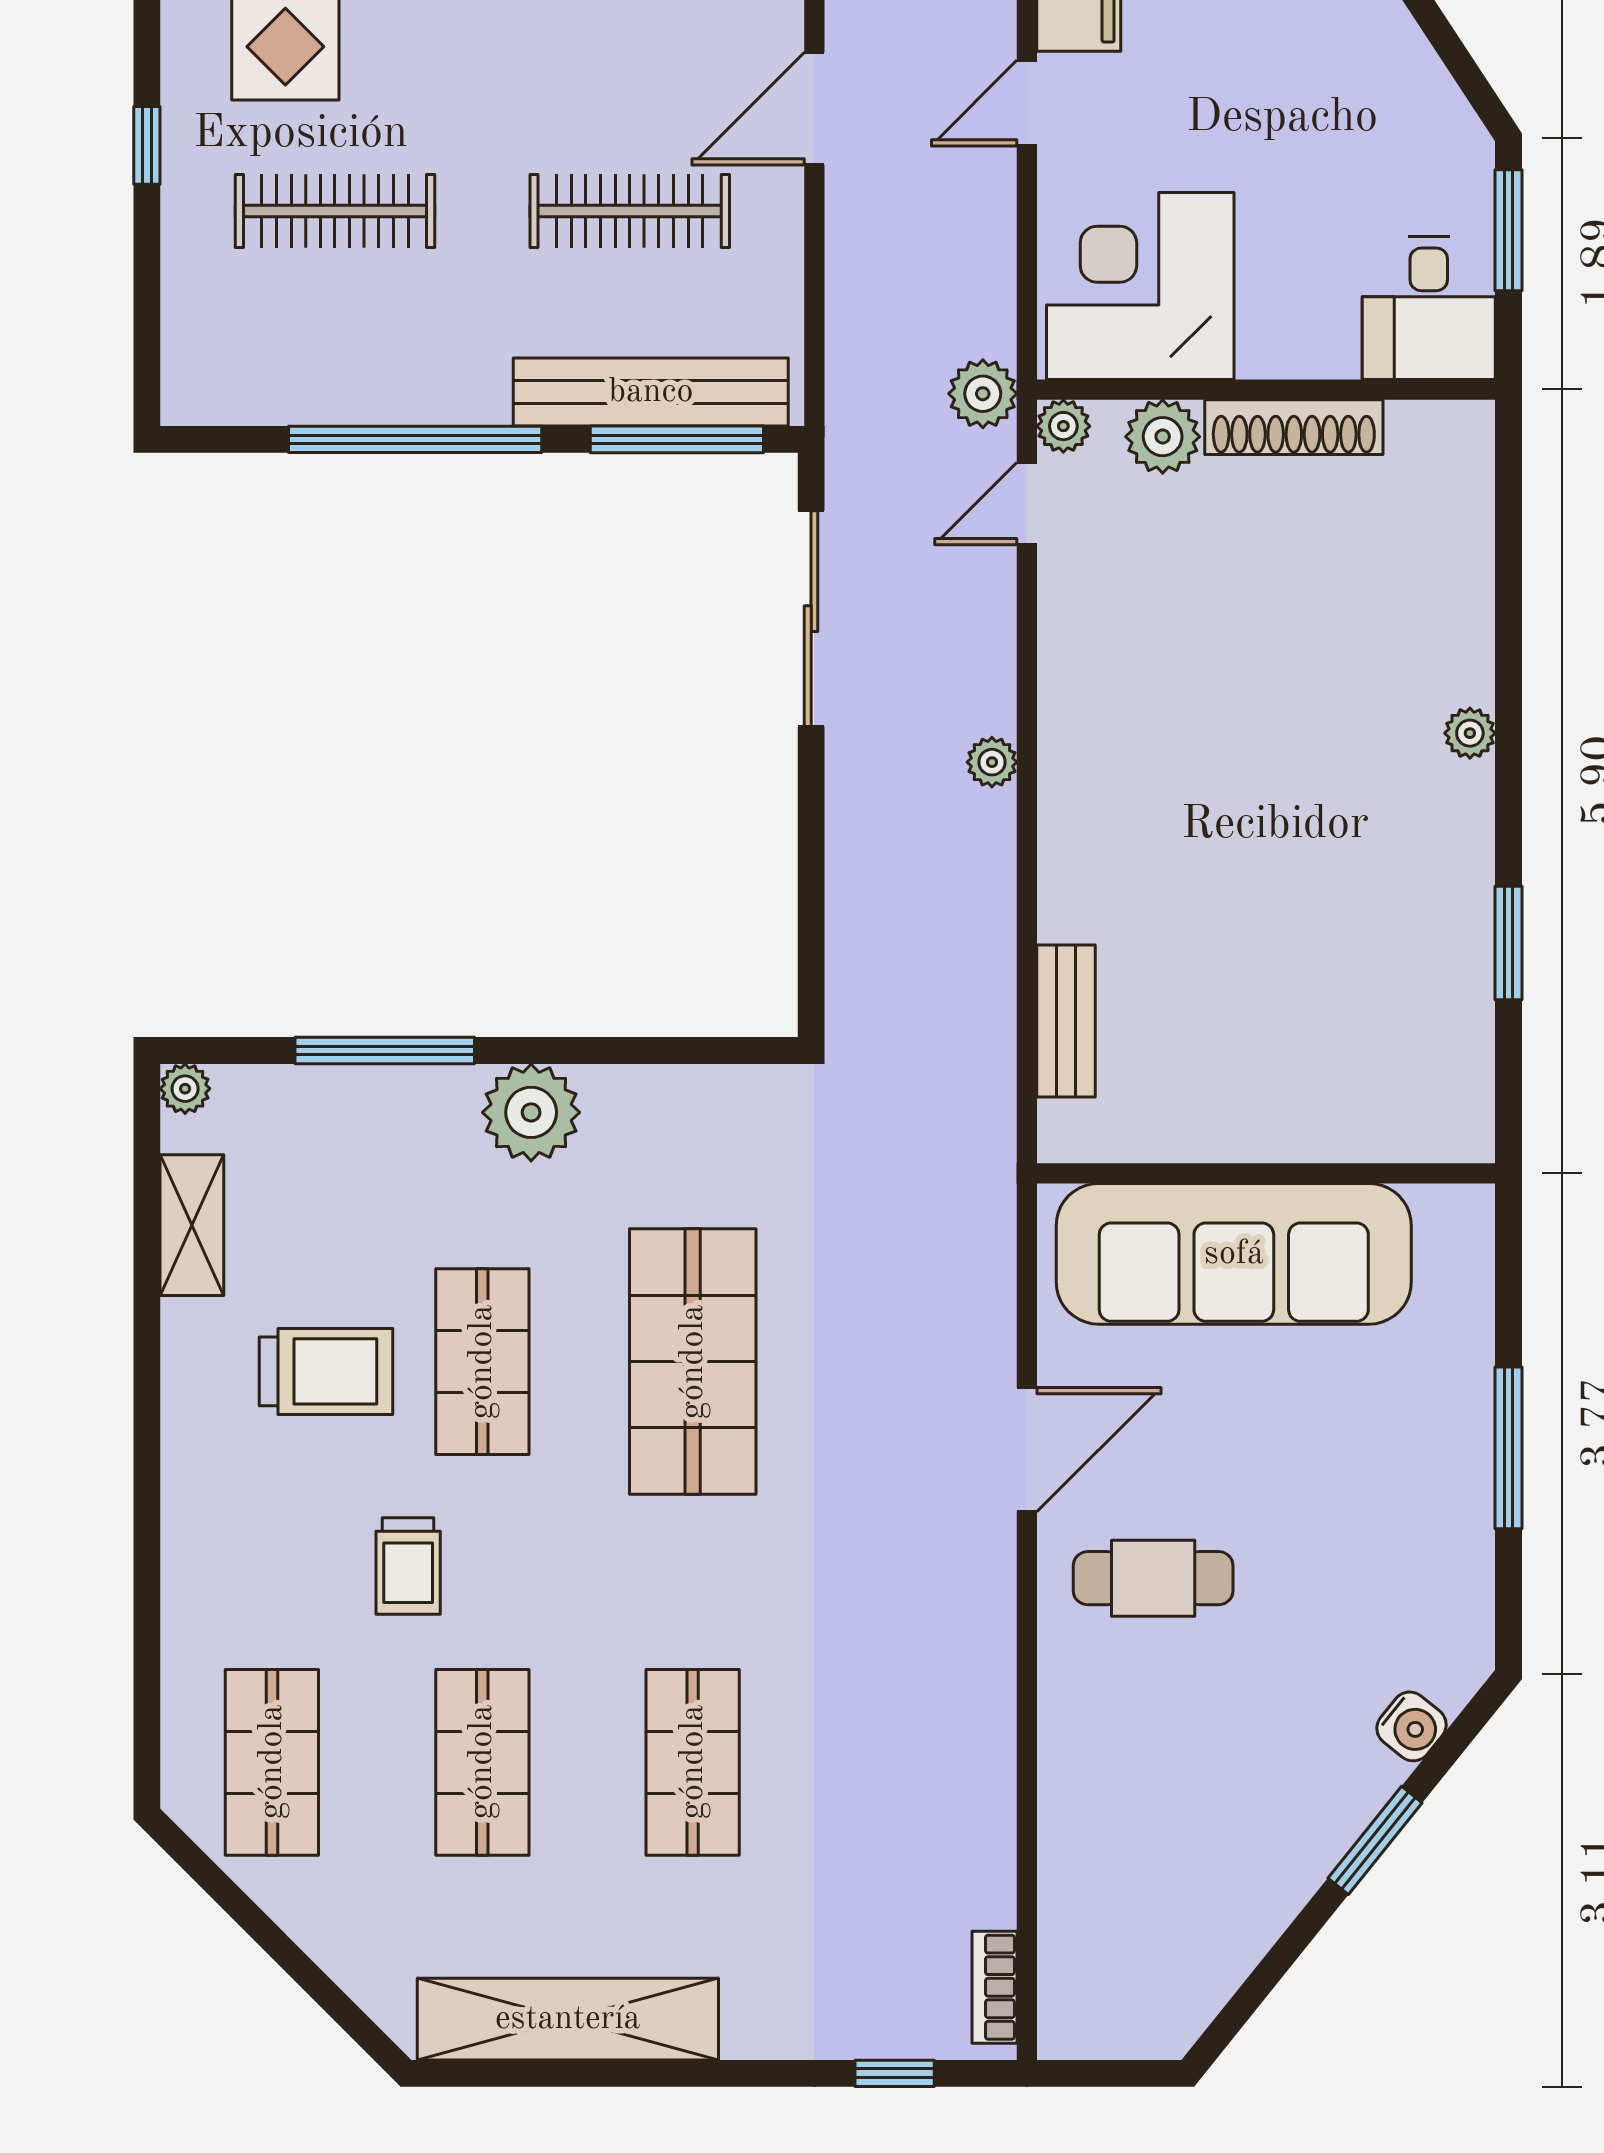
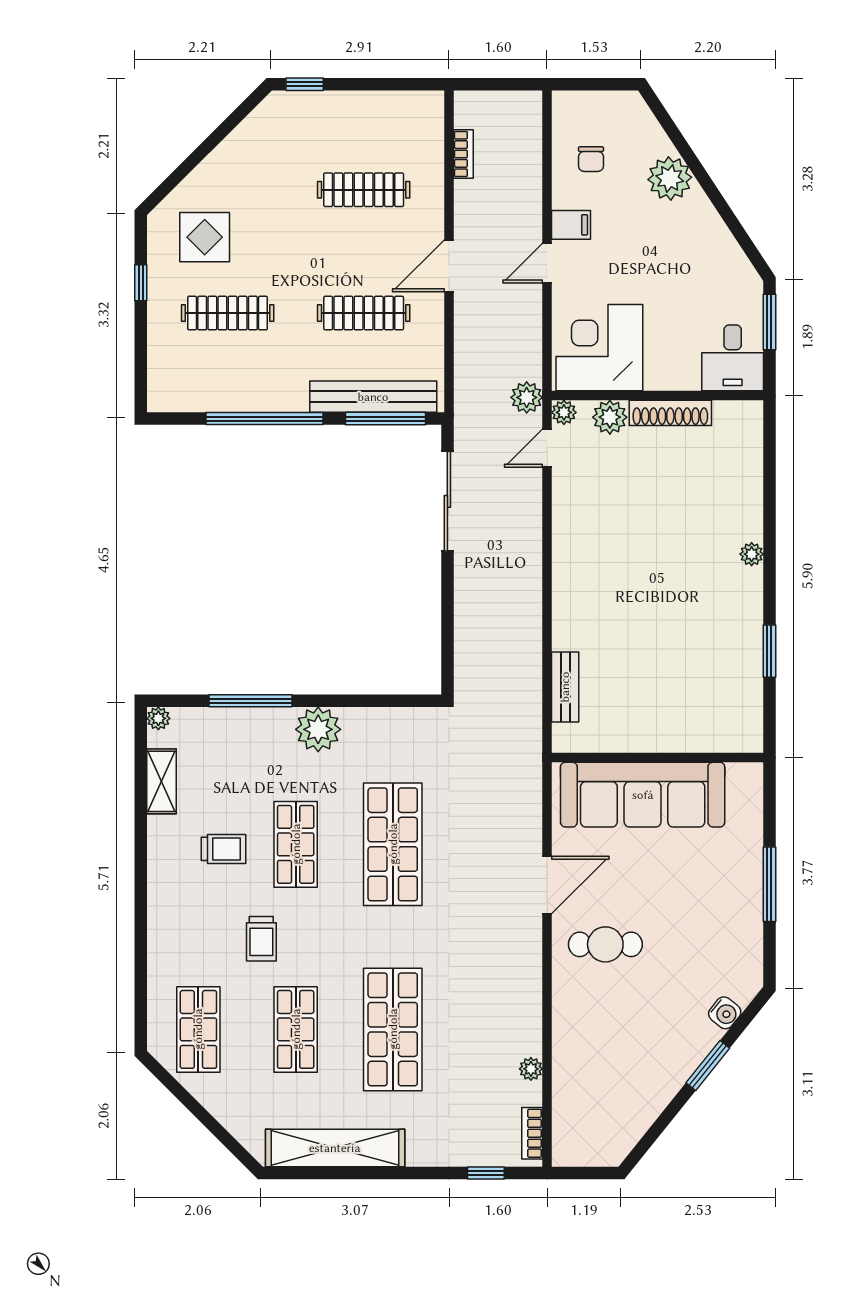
plant: (992, 762) -> (531, 1069), moved
trolley: (326, 1371) -> (223, 849), width x0.73, depth x0.72
shop shelf: (693, 1762) -> (393, 1029), width x1.43, depth x1.36

